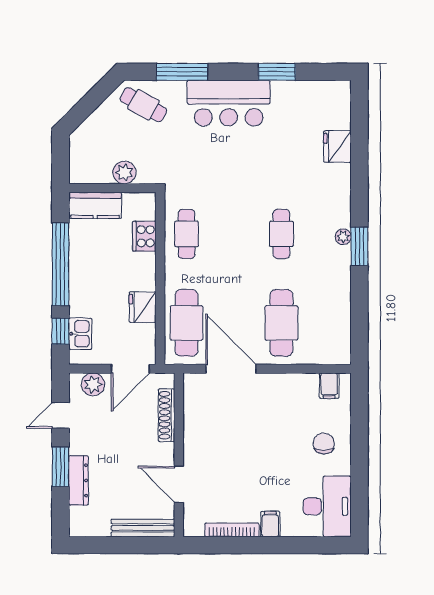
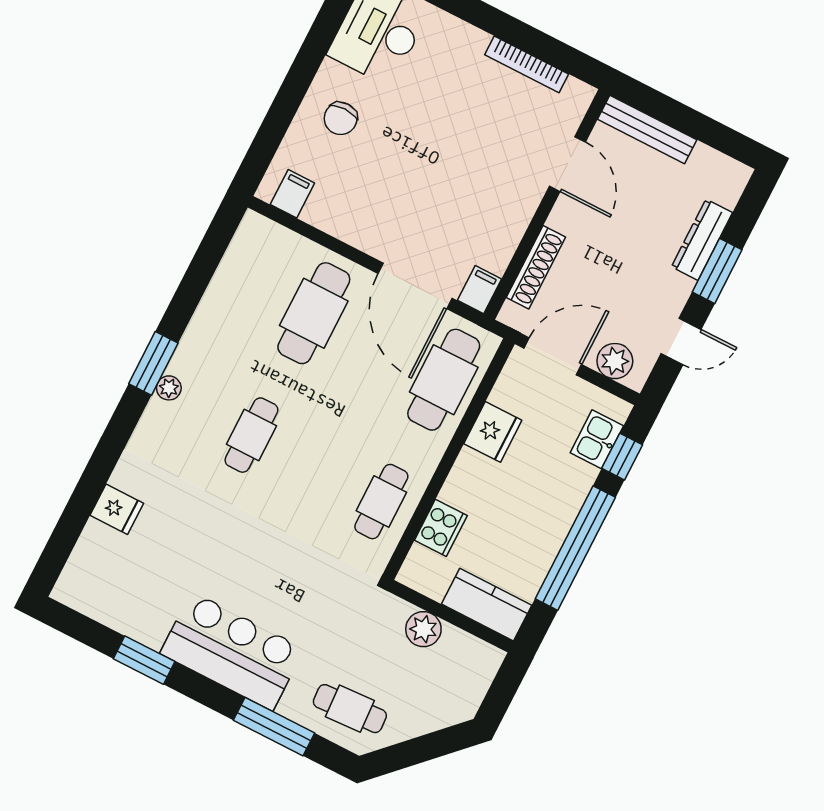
cafe table: (143, 105) -> (350, 709), turned -32
fridge: (337, 147) -> (117, 509), width x0.72
filing cabinet: (270, 524) -> (479, 290), moved, turned 180

